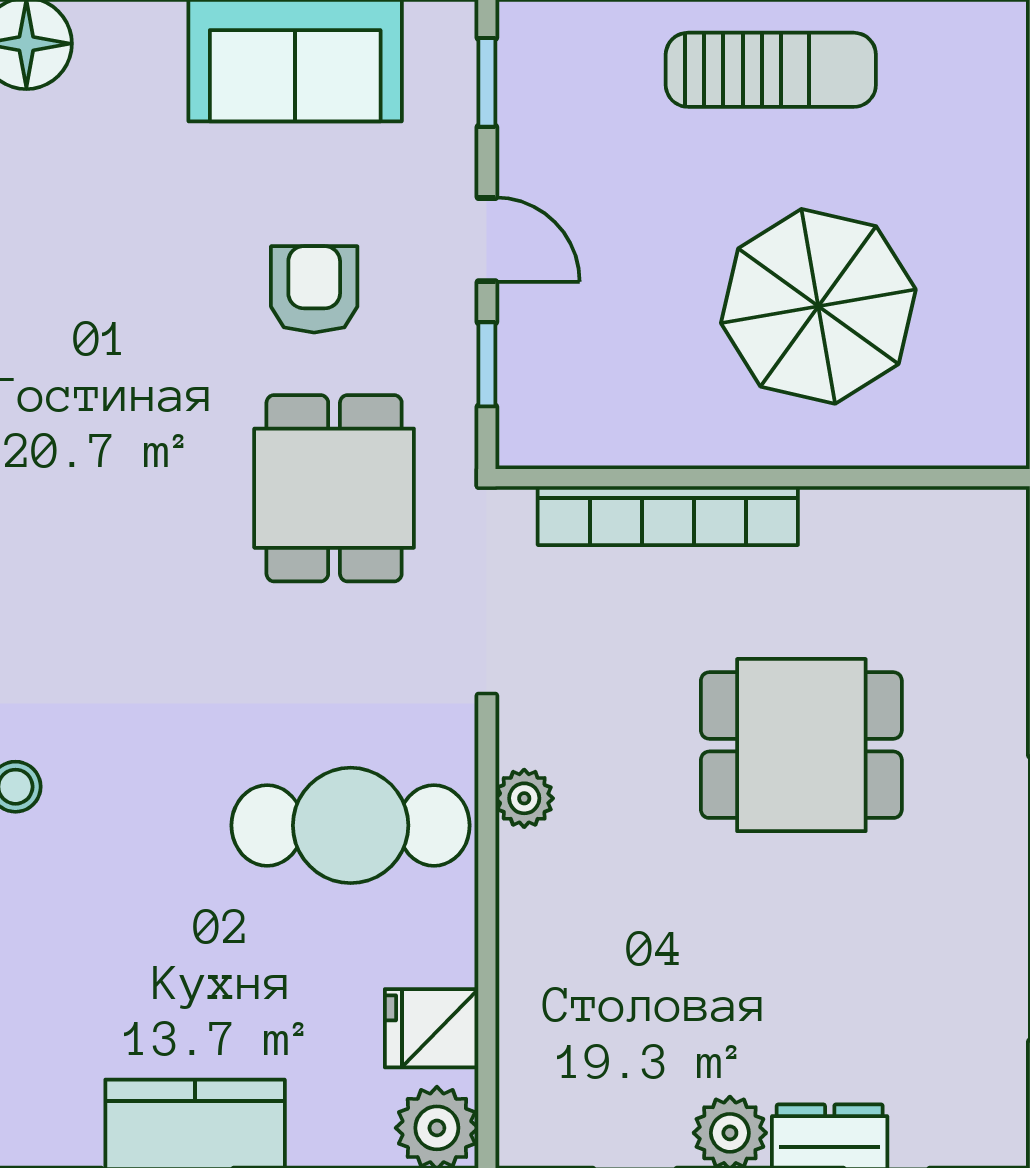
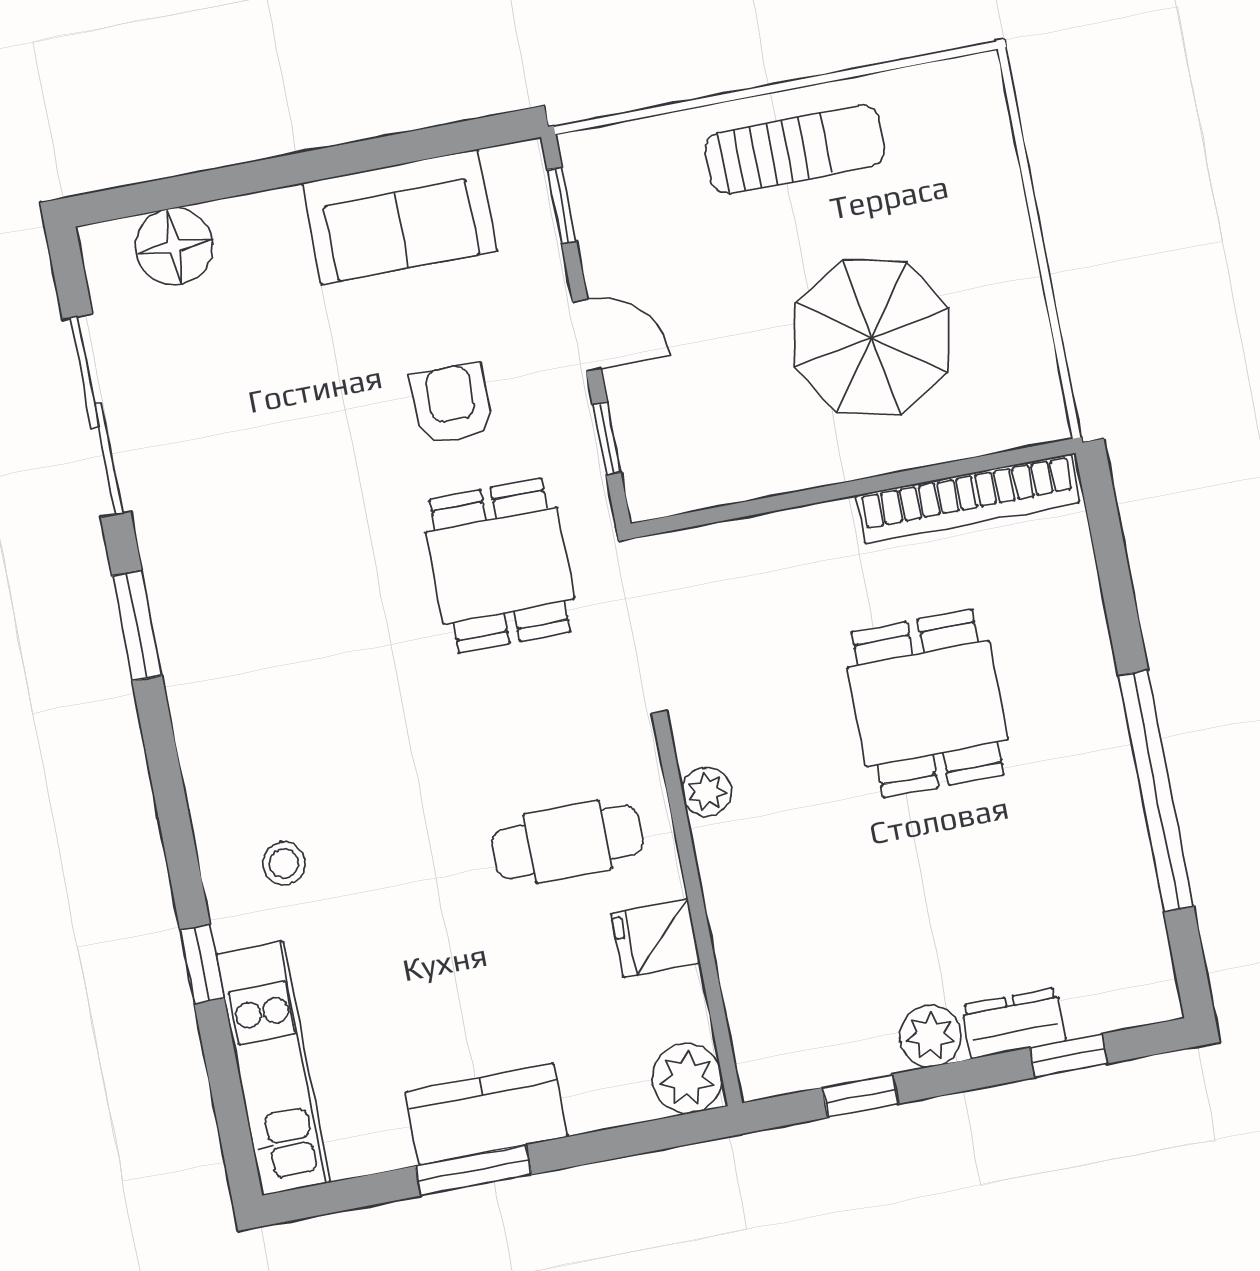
bookcase: (668, 516) -> (968, 499), moved
dining table: (801, 745) -> (928, 704), turned 90
cafe table: (351, 825) -> (567, 842), width x0.73, depth x0.74
fridge: (432, 1028) -> (656, 938), moved

